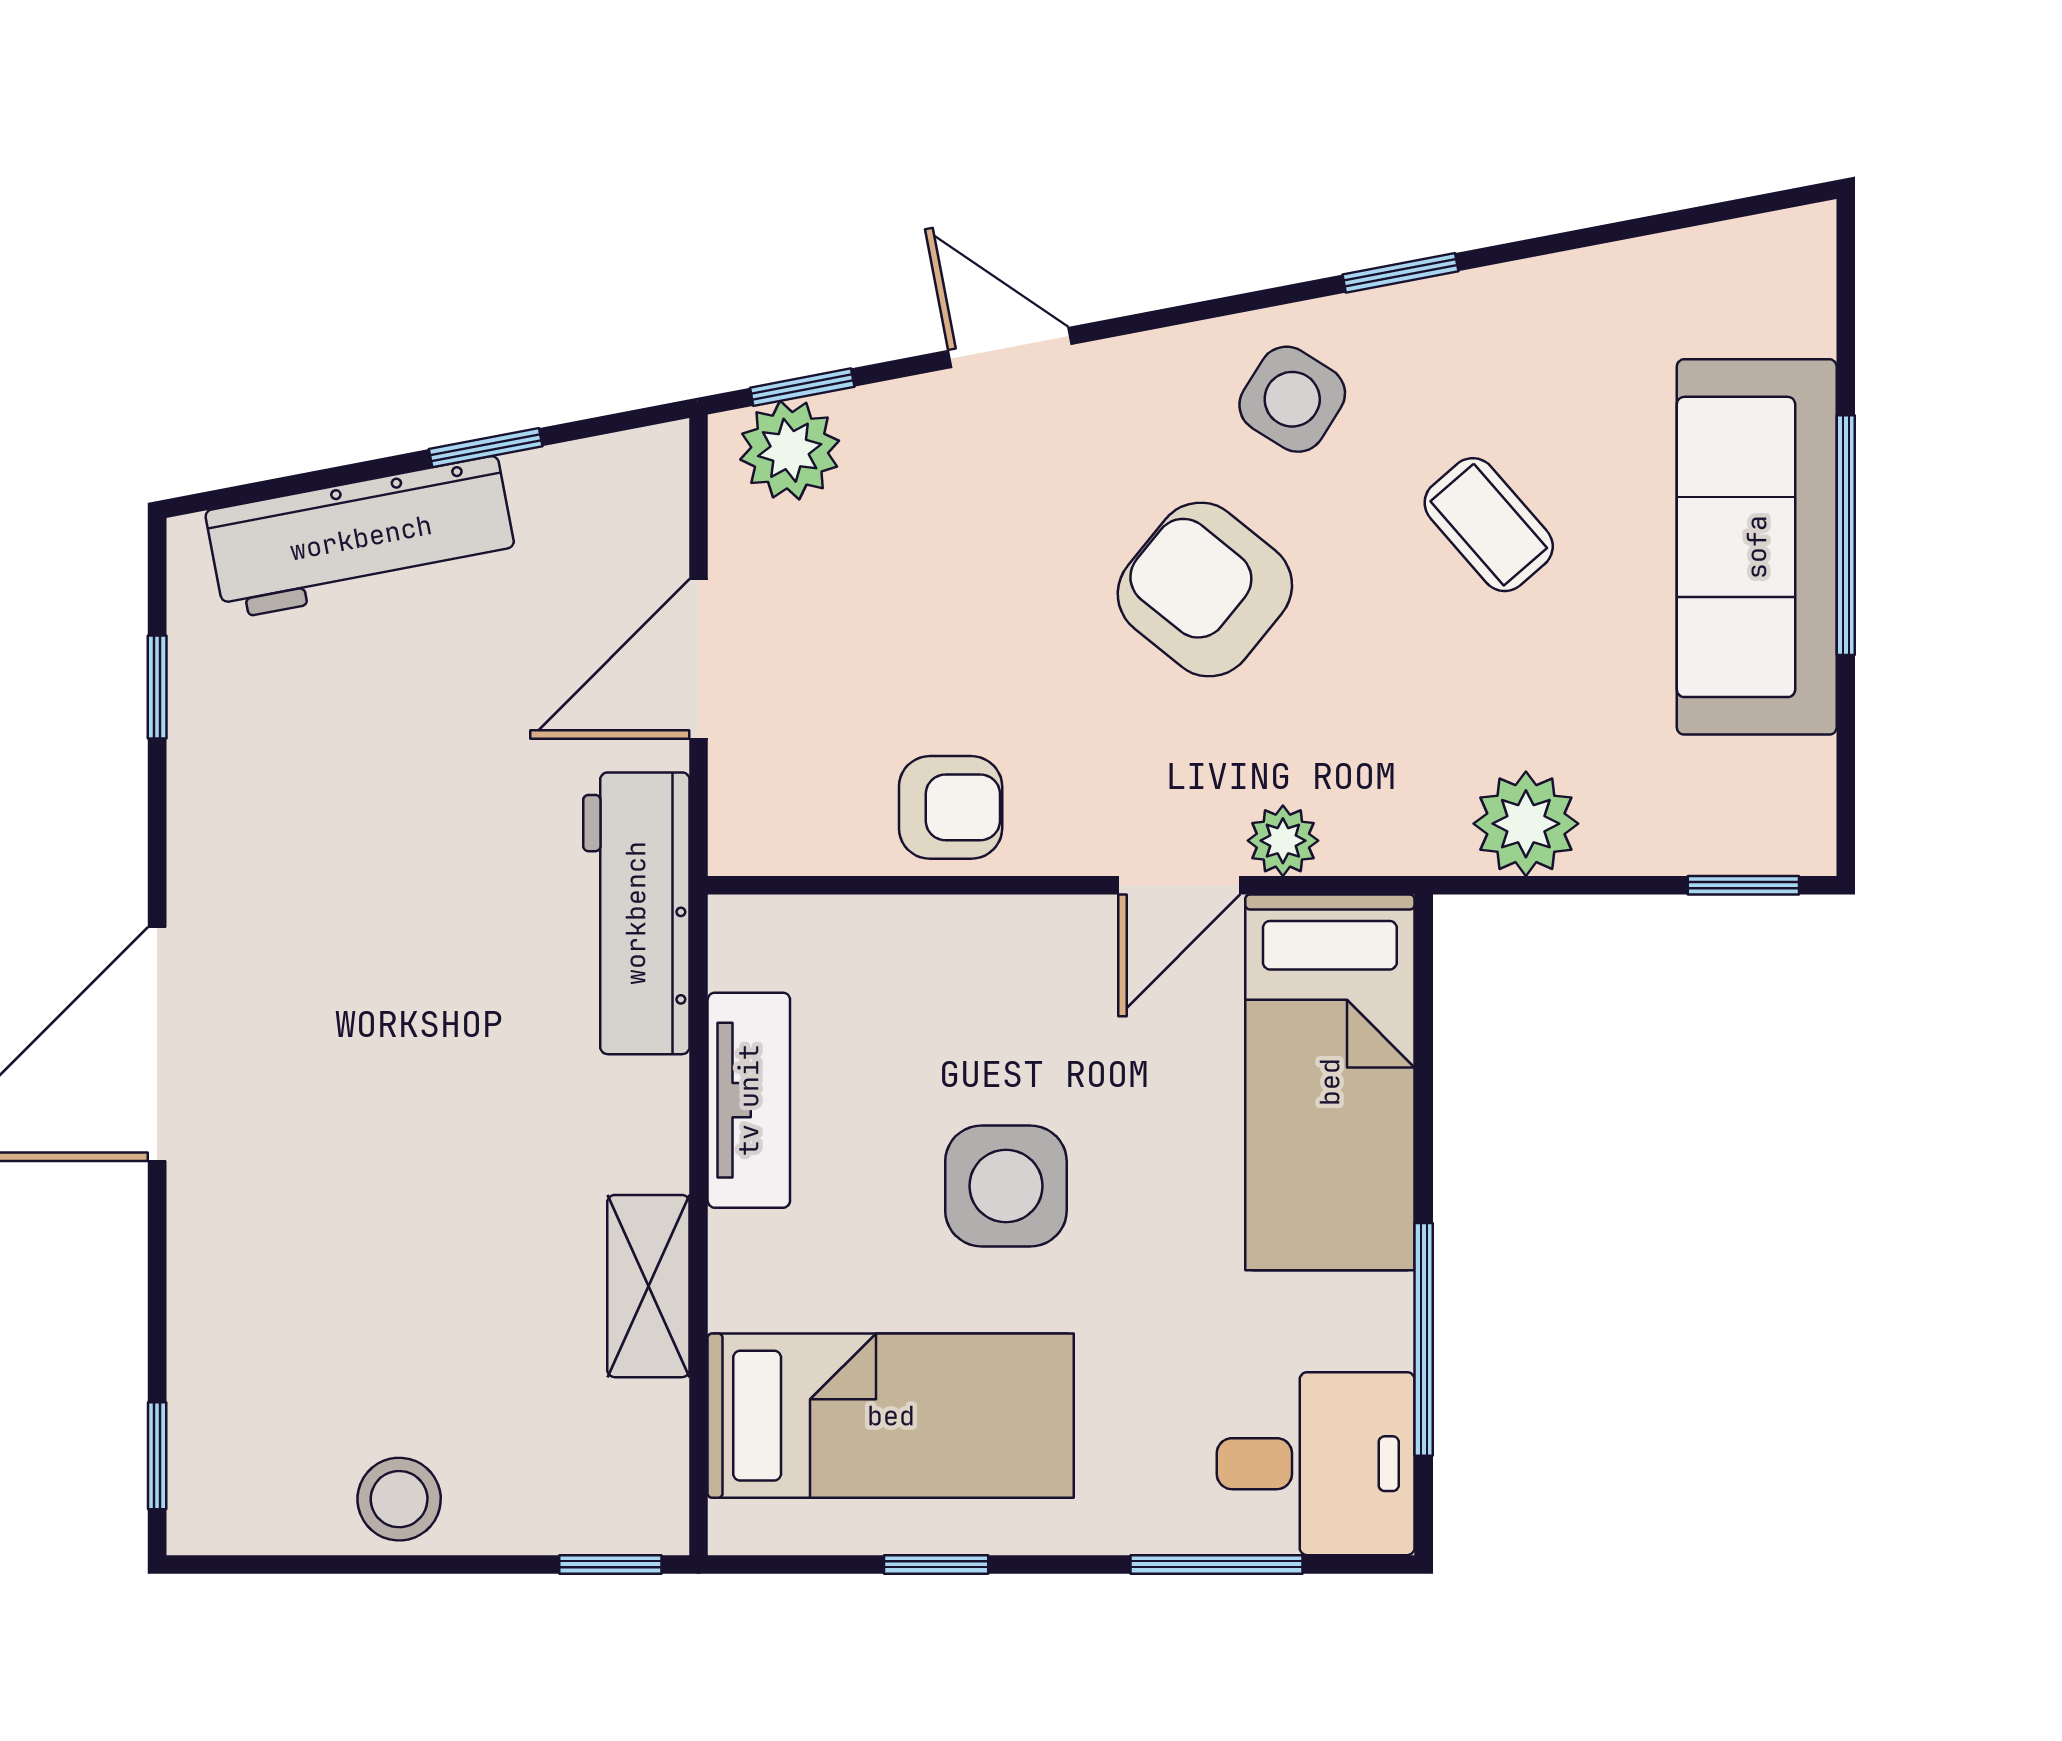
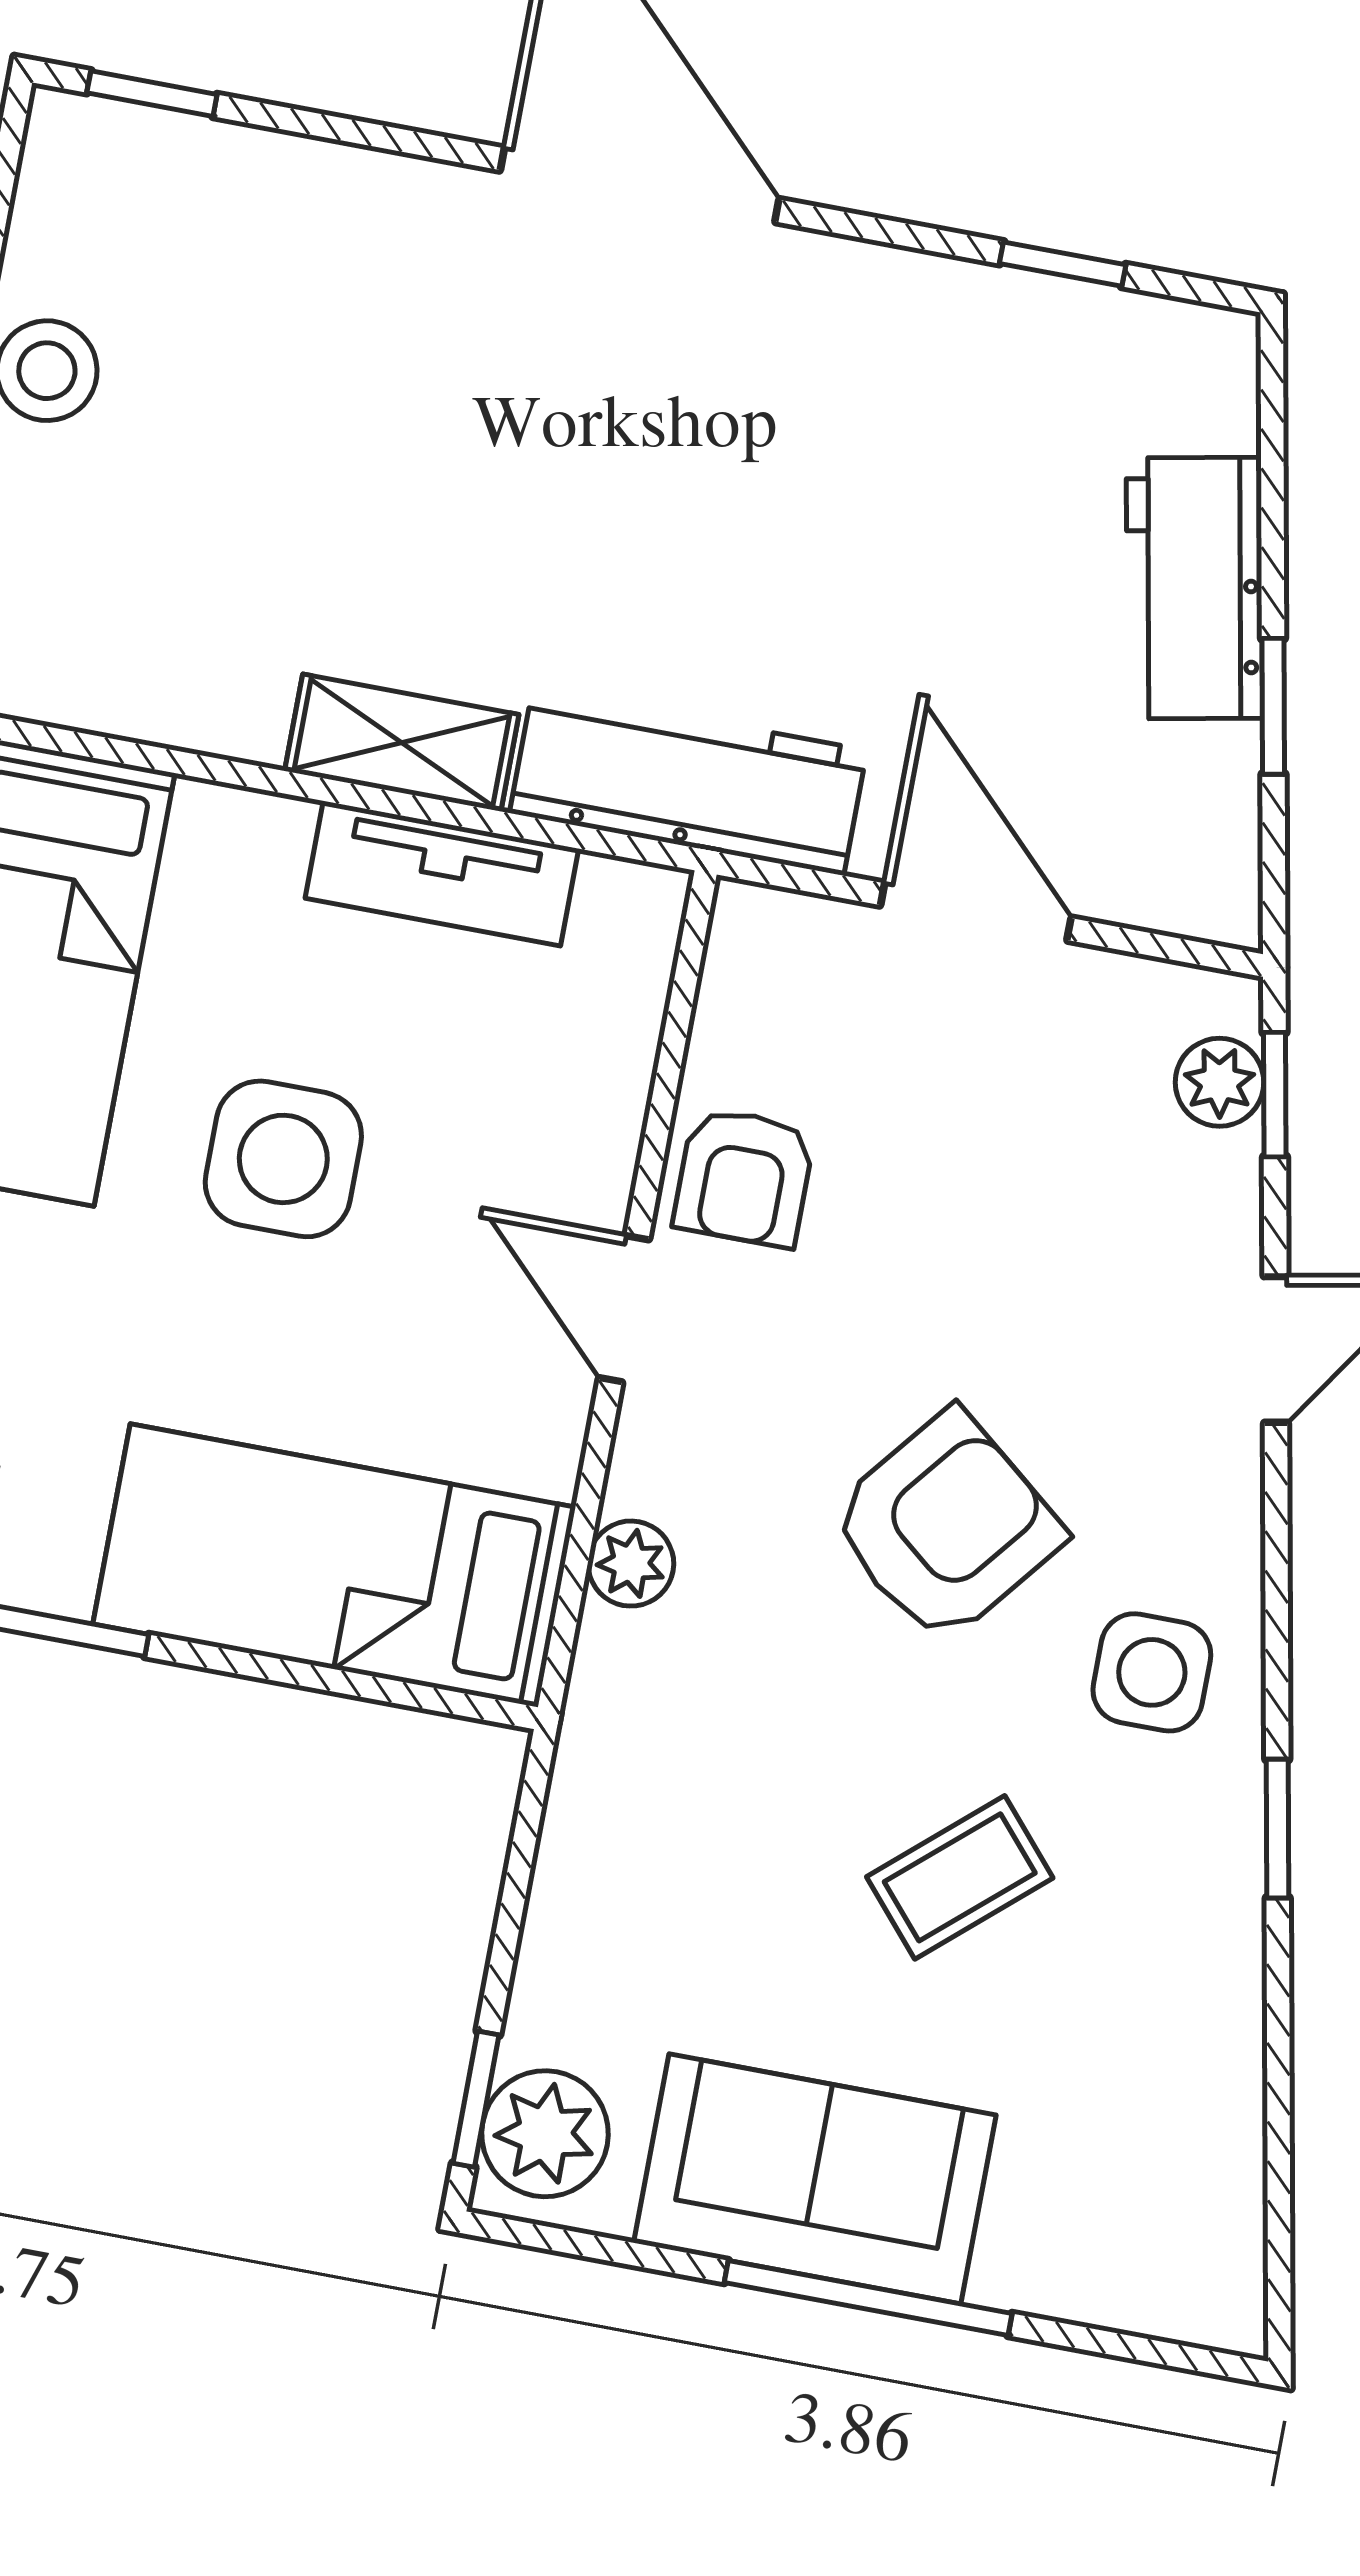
side table: (1292, 399) -> (1152, 1672), turned -32
plant: (790, 450) -> (1219, 1082), width x0.73, depth x0.73
workbench: (361, 538) -> (1194, 588), width x0.73
sofa: (1757, 547) -> (815, 2179), width x0.73
plant: (1526, 824) -> (545, 2134), moved
door: (1179, 885) -> (624, 1309), moved
shelving: (648, 1286) -> (402, 743), moved

